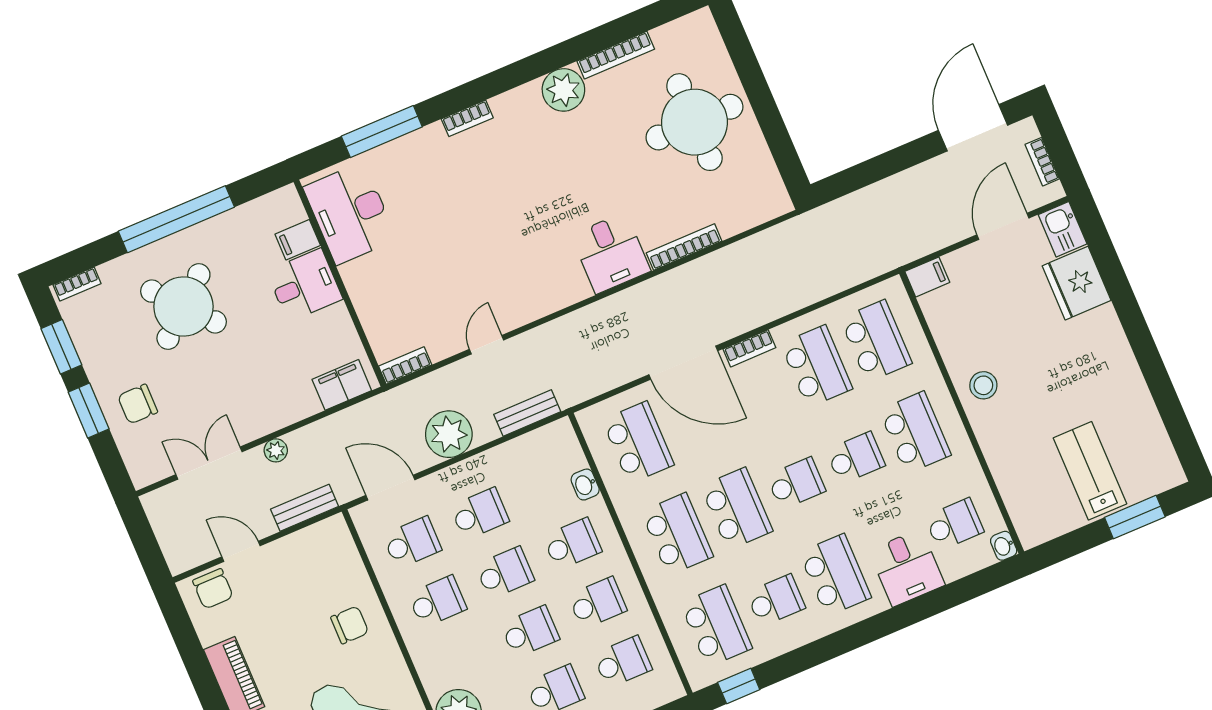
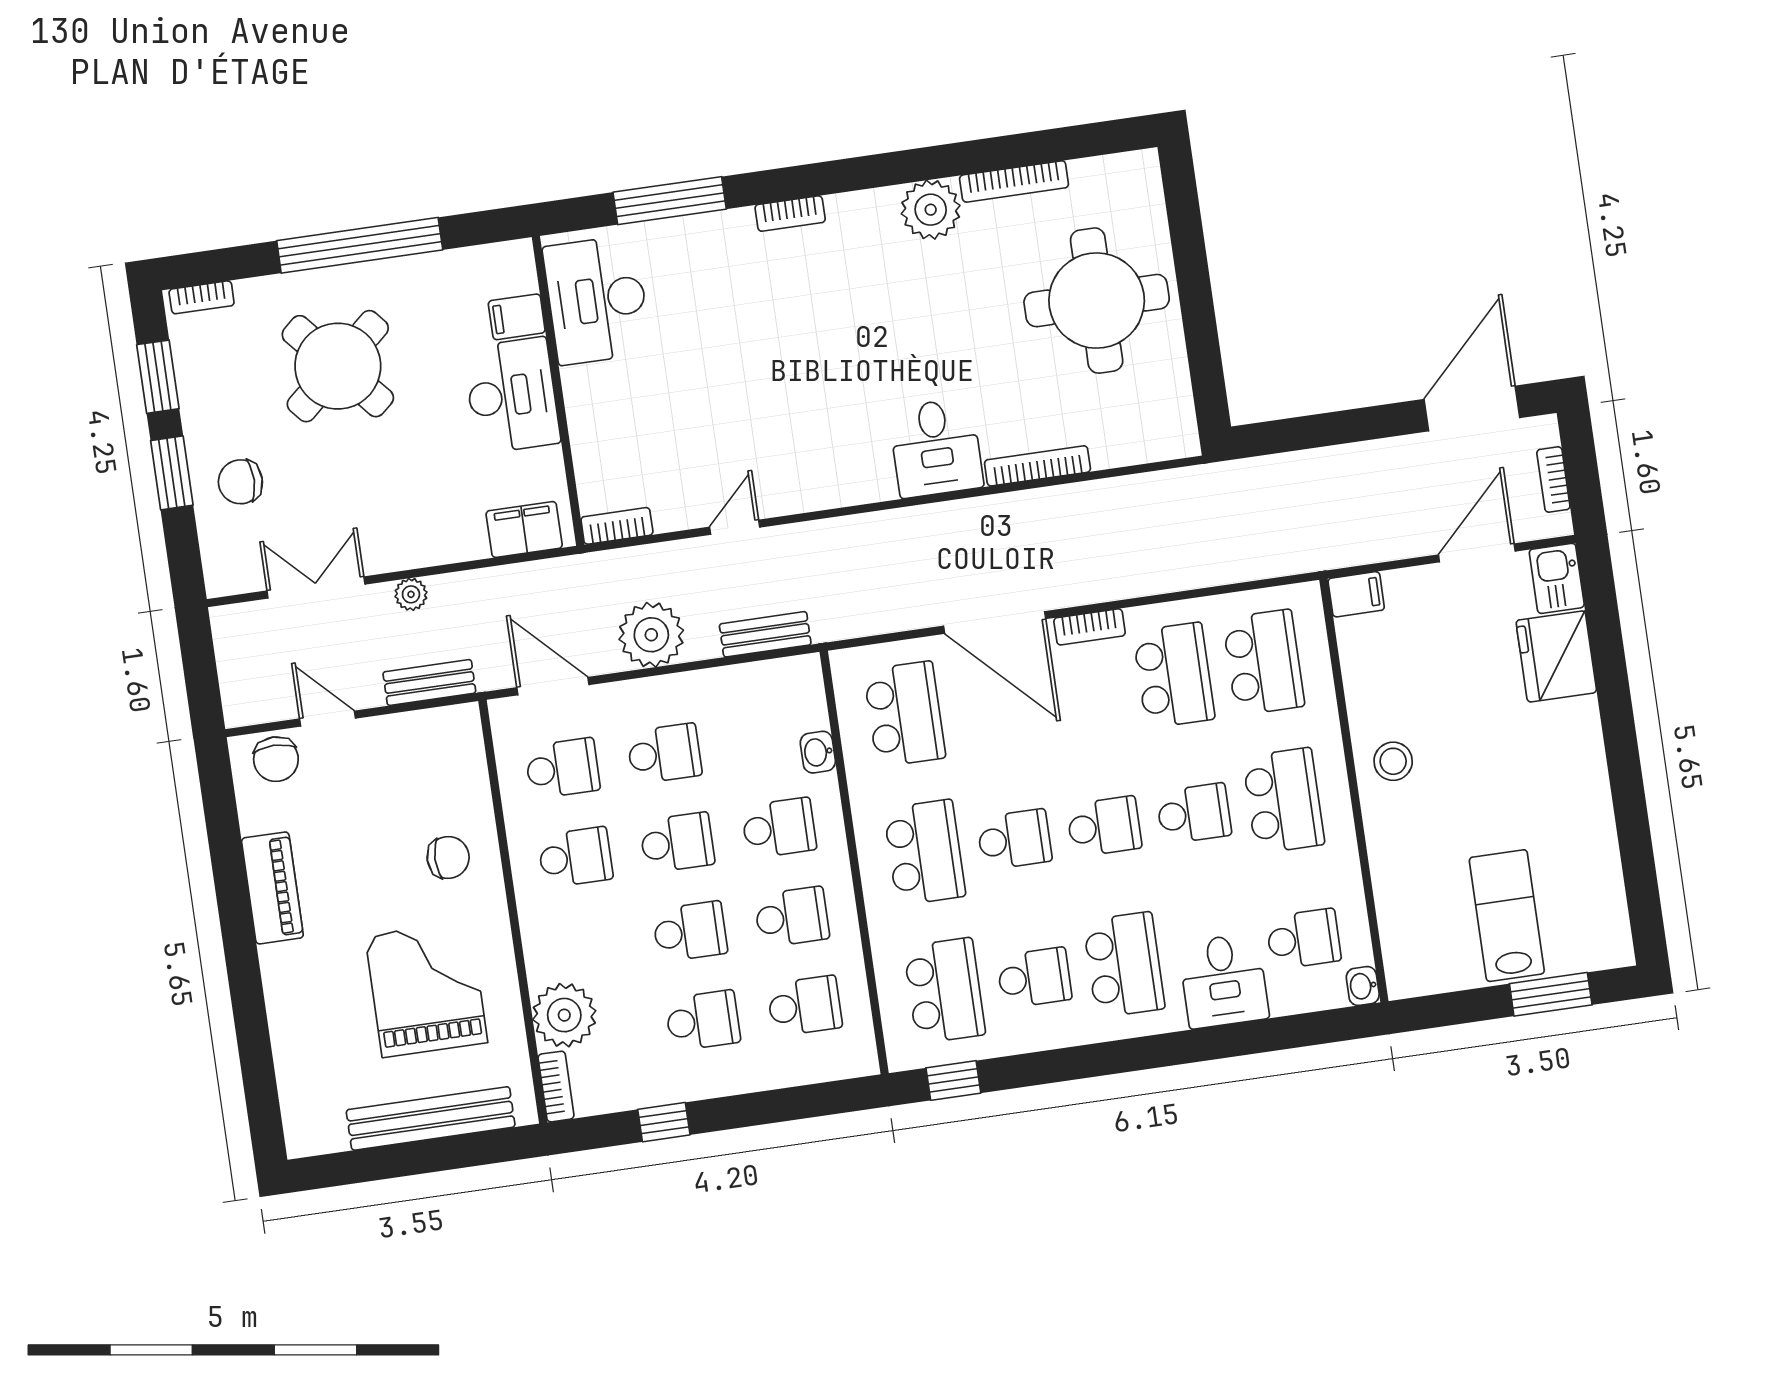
desk: (305, 285) -> (512, 395), width x1.37
school desk: (737, 509) -> (1014, 839), width x0.54

